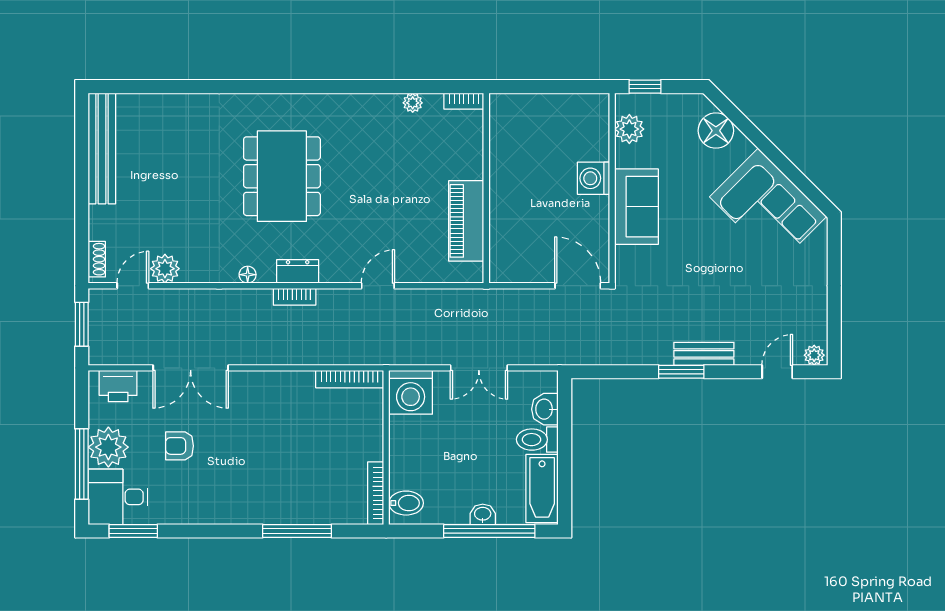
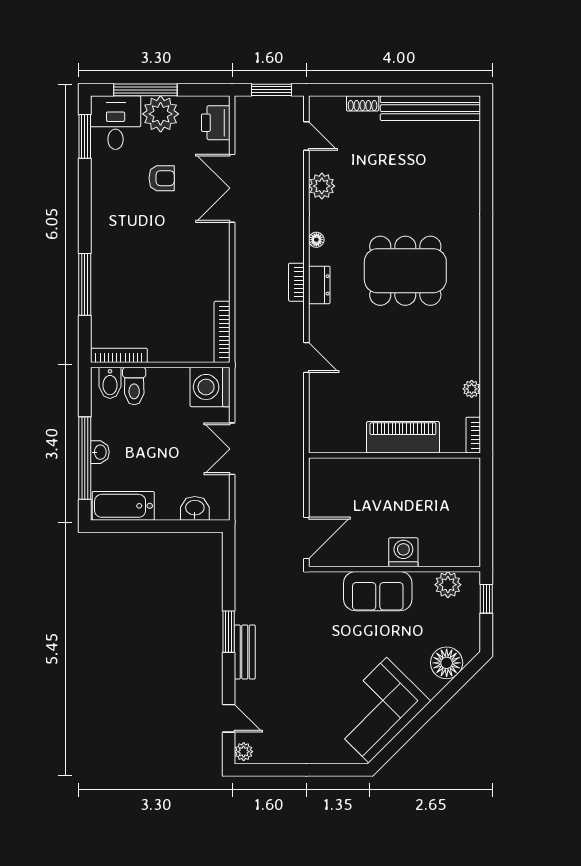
piano: (466, 221) -> (403, 437), moved
shoe rack: (97, 259) -> (363, 103), moved
plant: (165, 269) -> (322, 186), moved
toilet: (537, 440) -> (134, 386), moved, turned 180
armchair: (179, 446) -> (162, 178), turned 90

